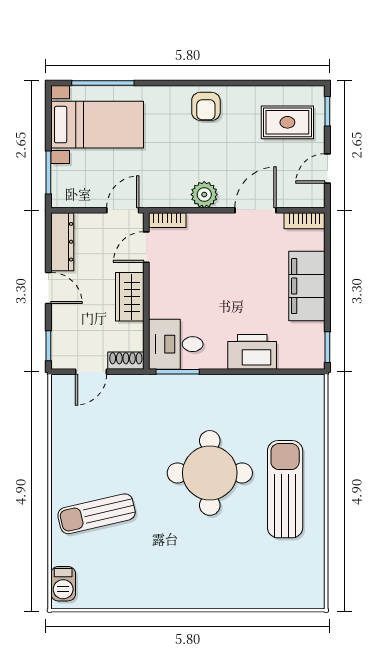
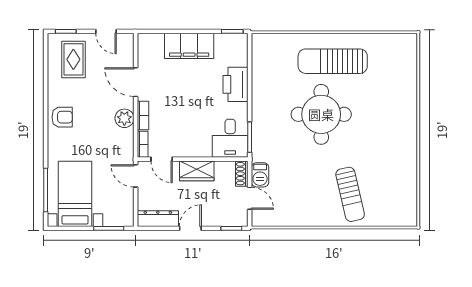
bookcase: (305, 221) -> (143, 115), moved
barbecue: (63, 584) -> (260, 175), moved, turned 90

